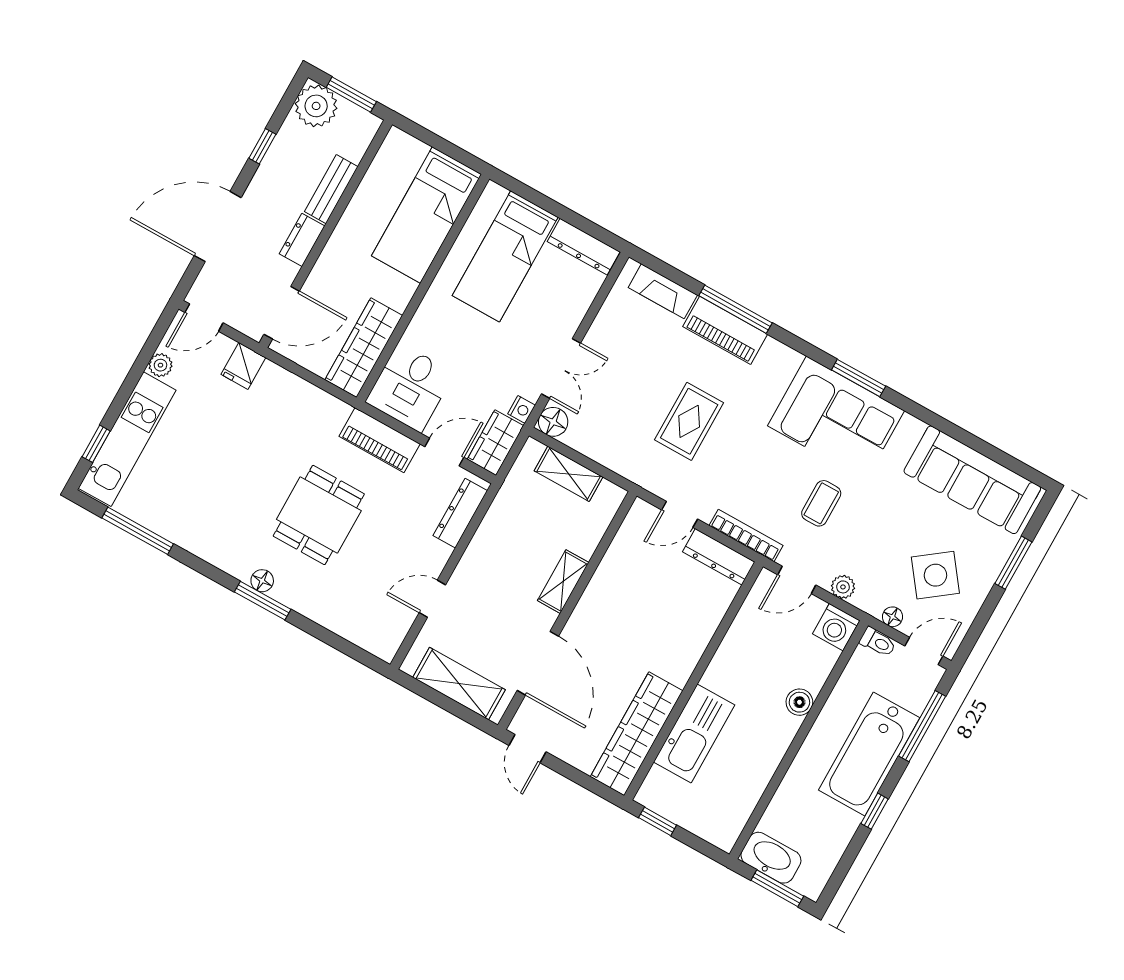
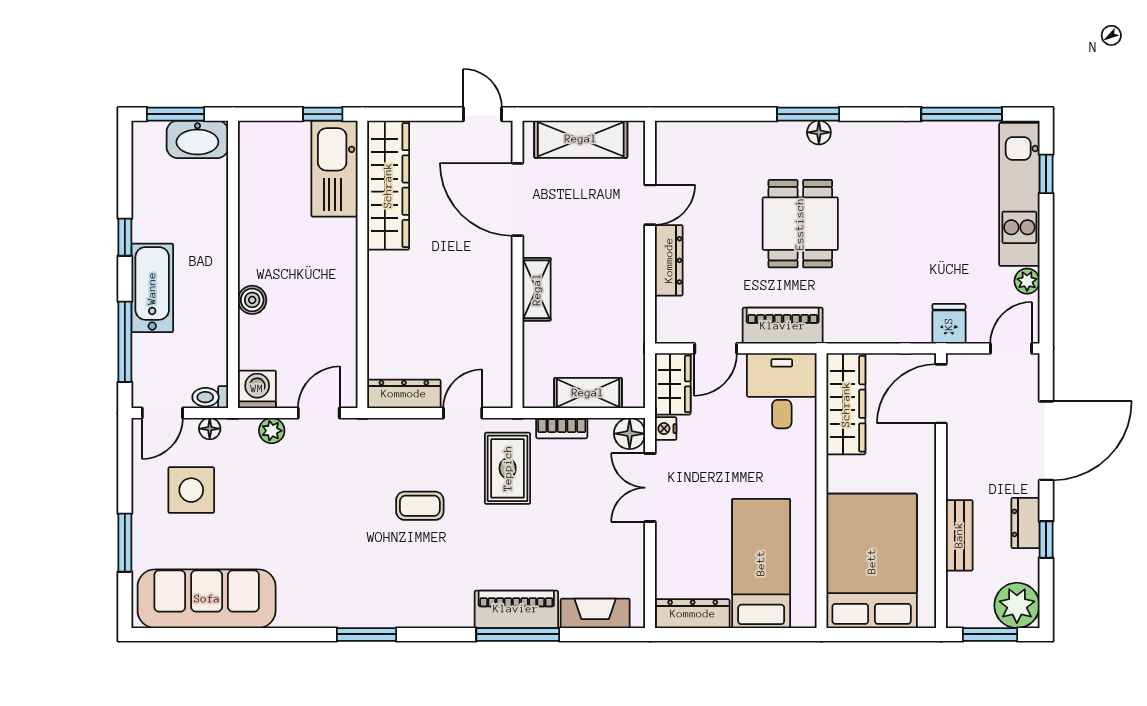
bed: (426, 215) -> (872, 561), width x1.50
dresser: (302, 240) -> (1025, 523), moved, turned 180
corner sofa: (836, 418) -> (367, 585), removed
rug: (689, 421) -> (508, 468), moved
coffee table: (821, 503) -> (420, 506), moved, turned 90
dresser: (460, 513) -> (669, 260), moved
bookcase: (746, 535) -> (562, 428), moved, width x0.64
side table: (935, 575) -> (191, 490), turned 37
kitchen sink: (694, 733) -> (334, 169), moved
bathtub: (869, 754) -> (152, 288), width x0.73, depth x0.73

